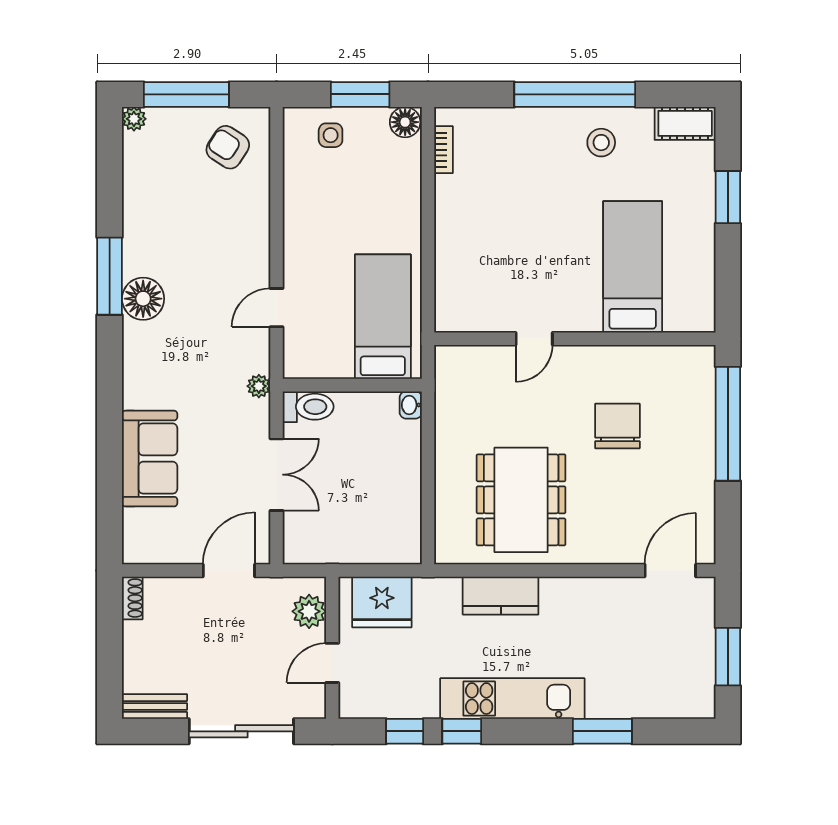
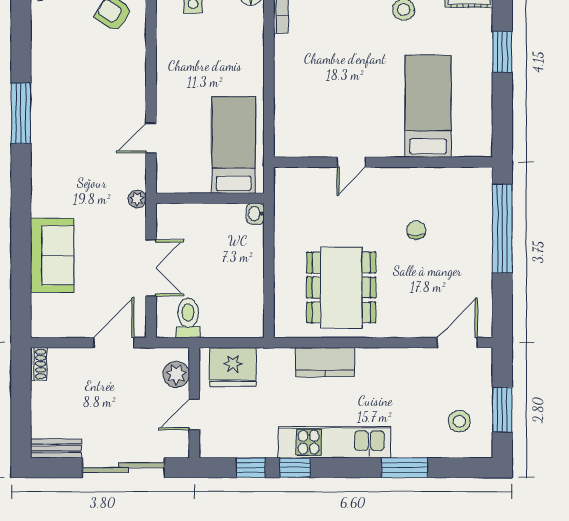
floor lamp: (143, 299) -> (47, 131), removed
toilet: (308, 407) -> (188, 318), moved, turned -90
chair: (617, 426) -> (416, 230), width x0.54, depth x0.54
stool: (673, 672) -> (459, 421), added

